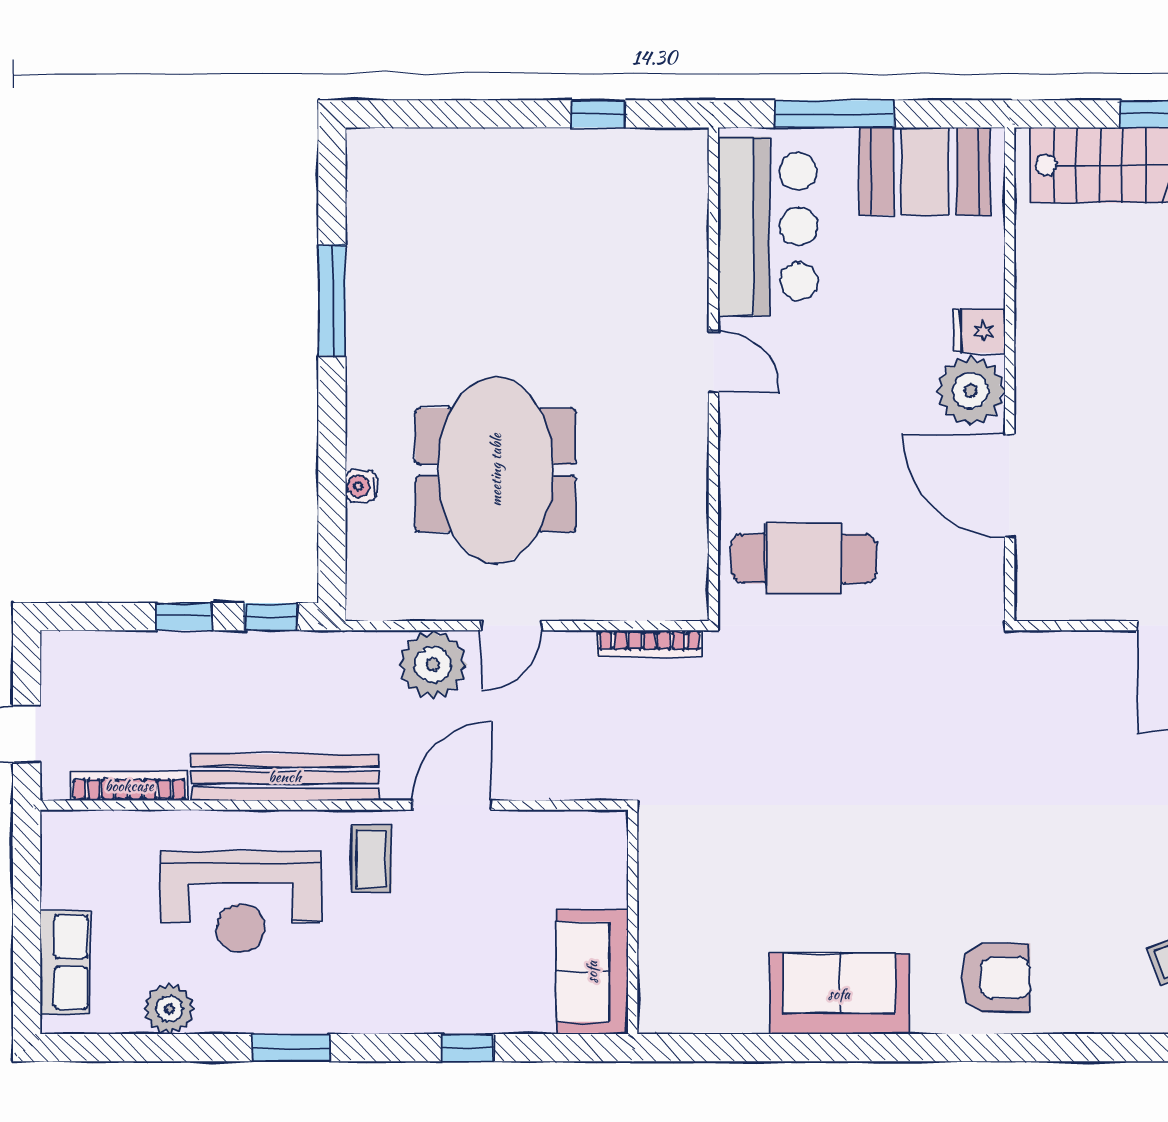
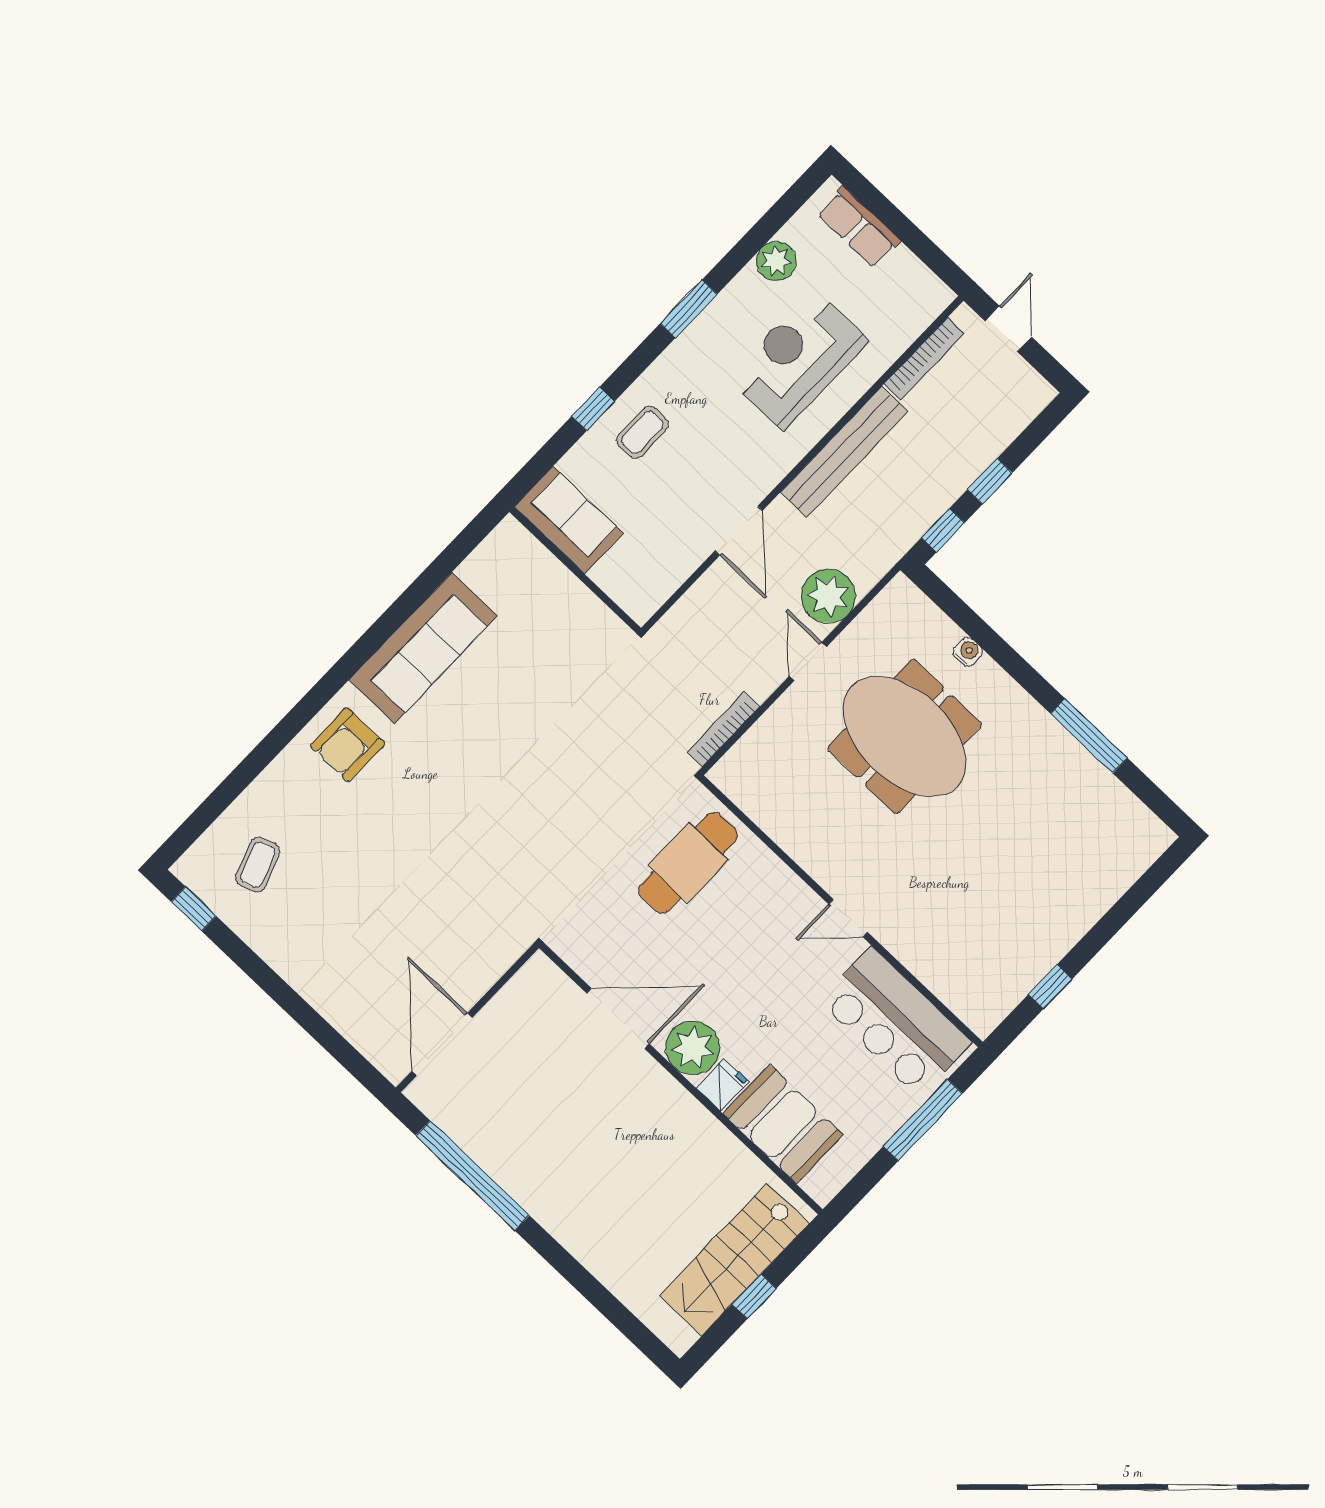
booth: (925, 171) -> (783, 1124), moved, turned 90
coffee table: (371, 859) -> (642, 432), moved, turned 90
sofa: (839, 994) -> (423, 648), width x1.36

